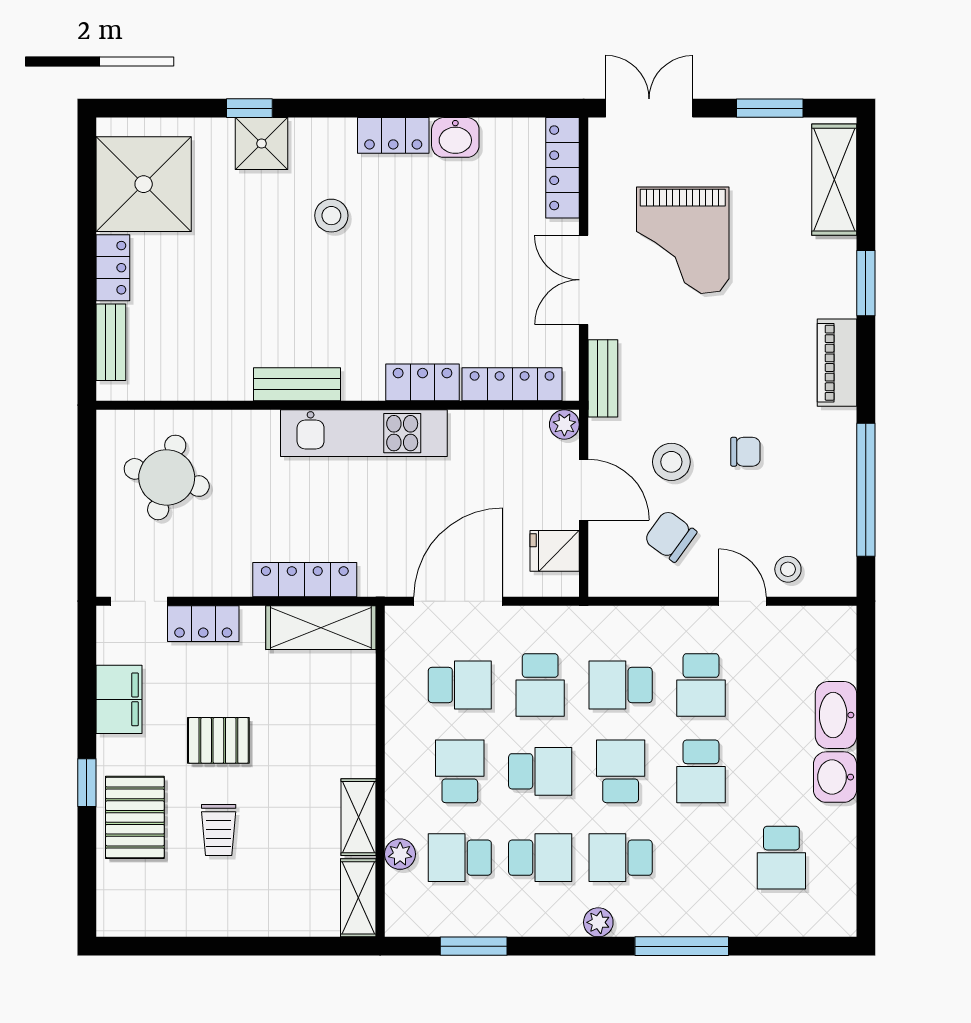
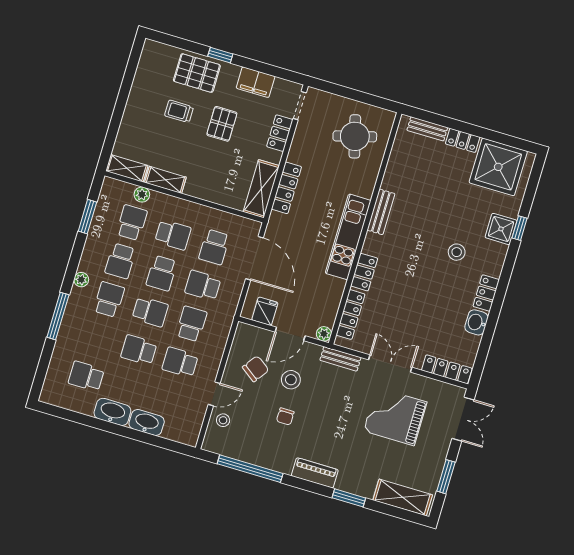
round table: (167, 477) -> (355, 136), turned -30
washbasin: (835, 777) -> (112, 412), width x1.38

